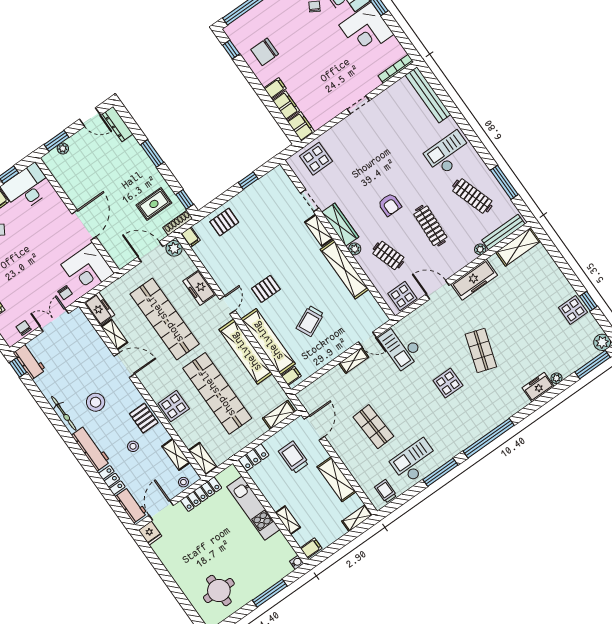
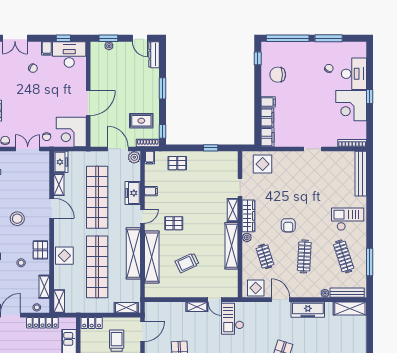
filing cabinet: (291, 376) -> (151, 191), moved

